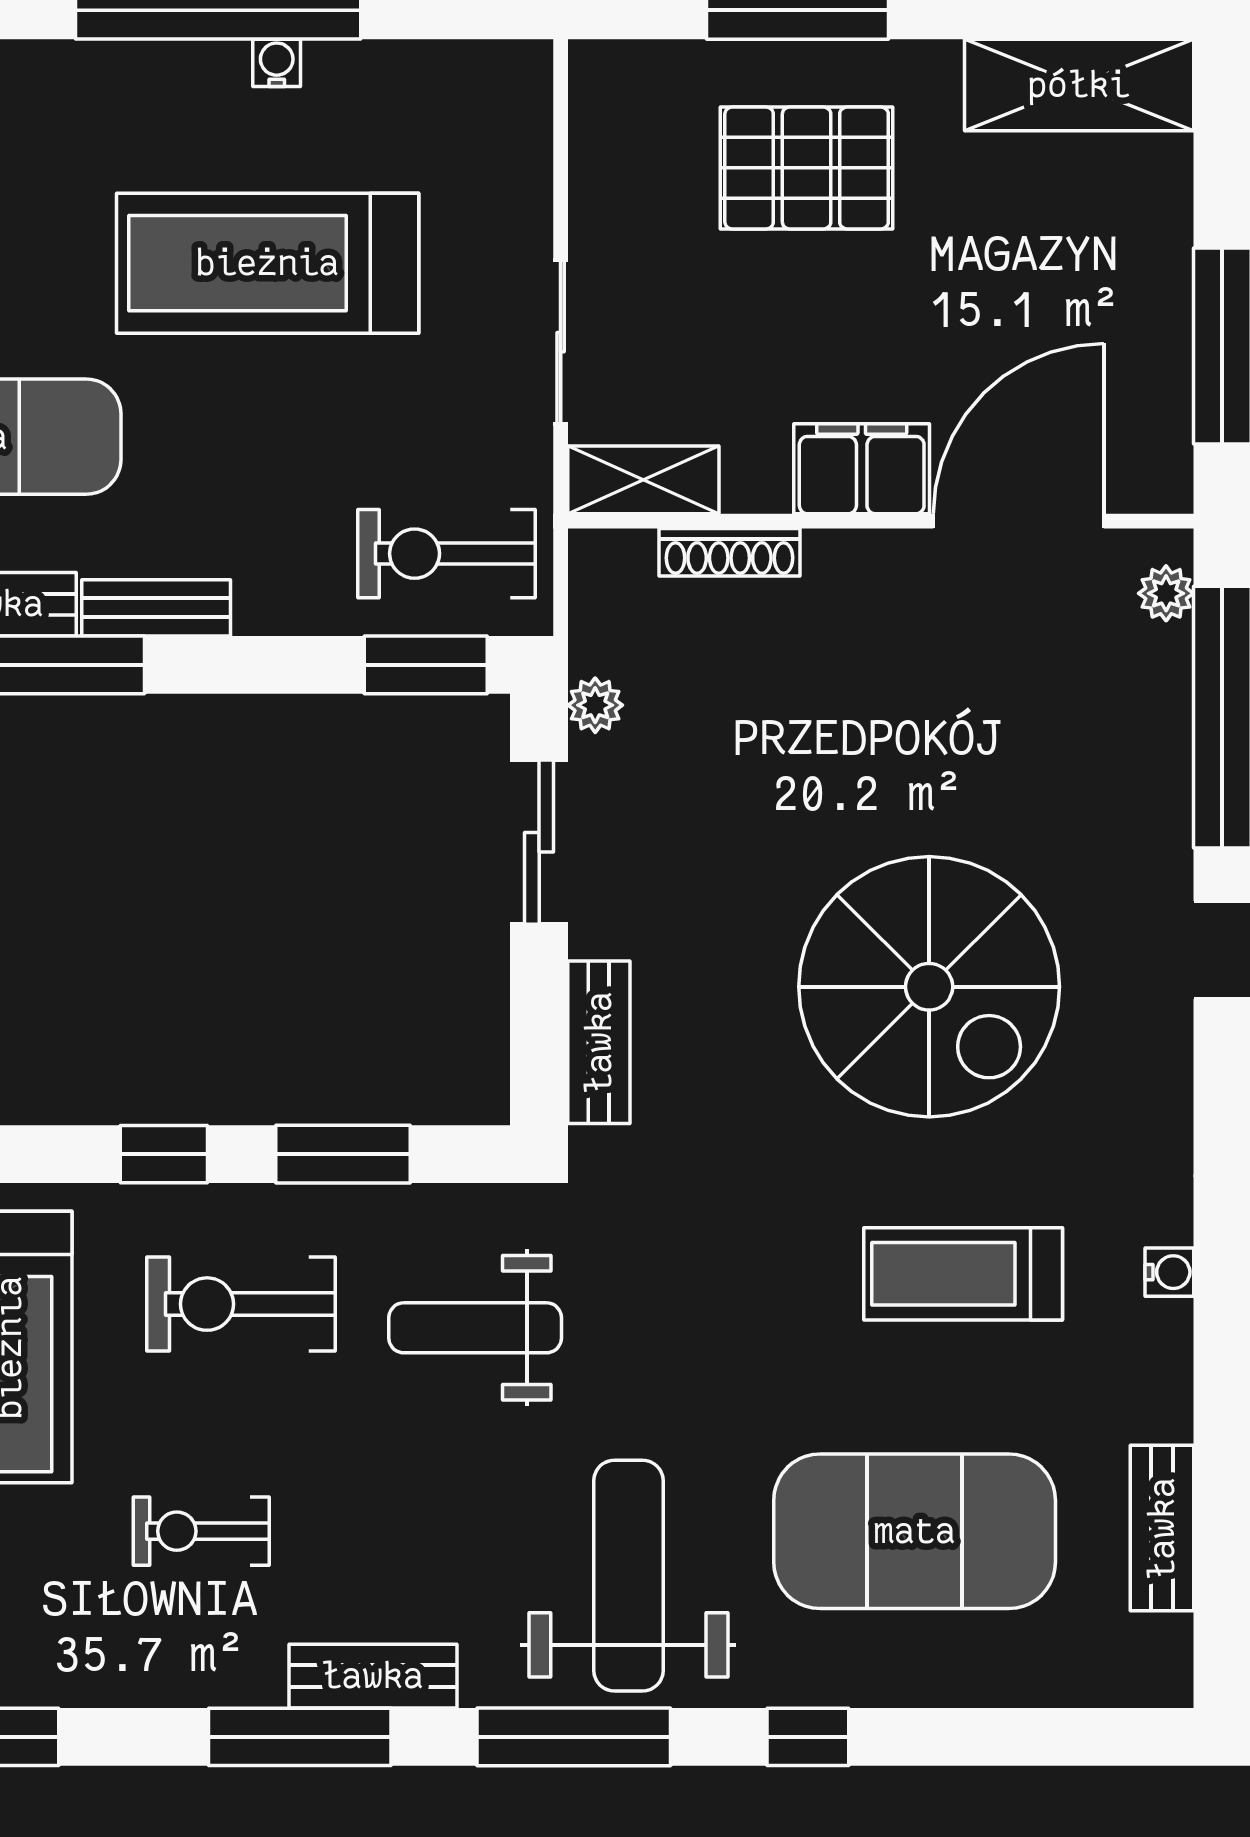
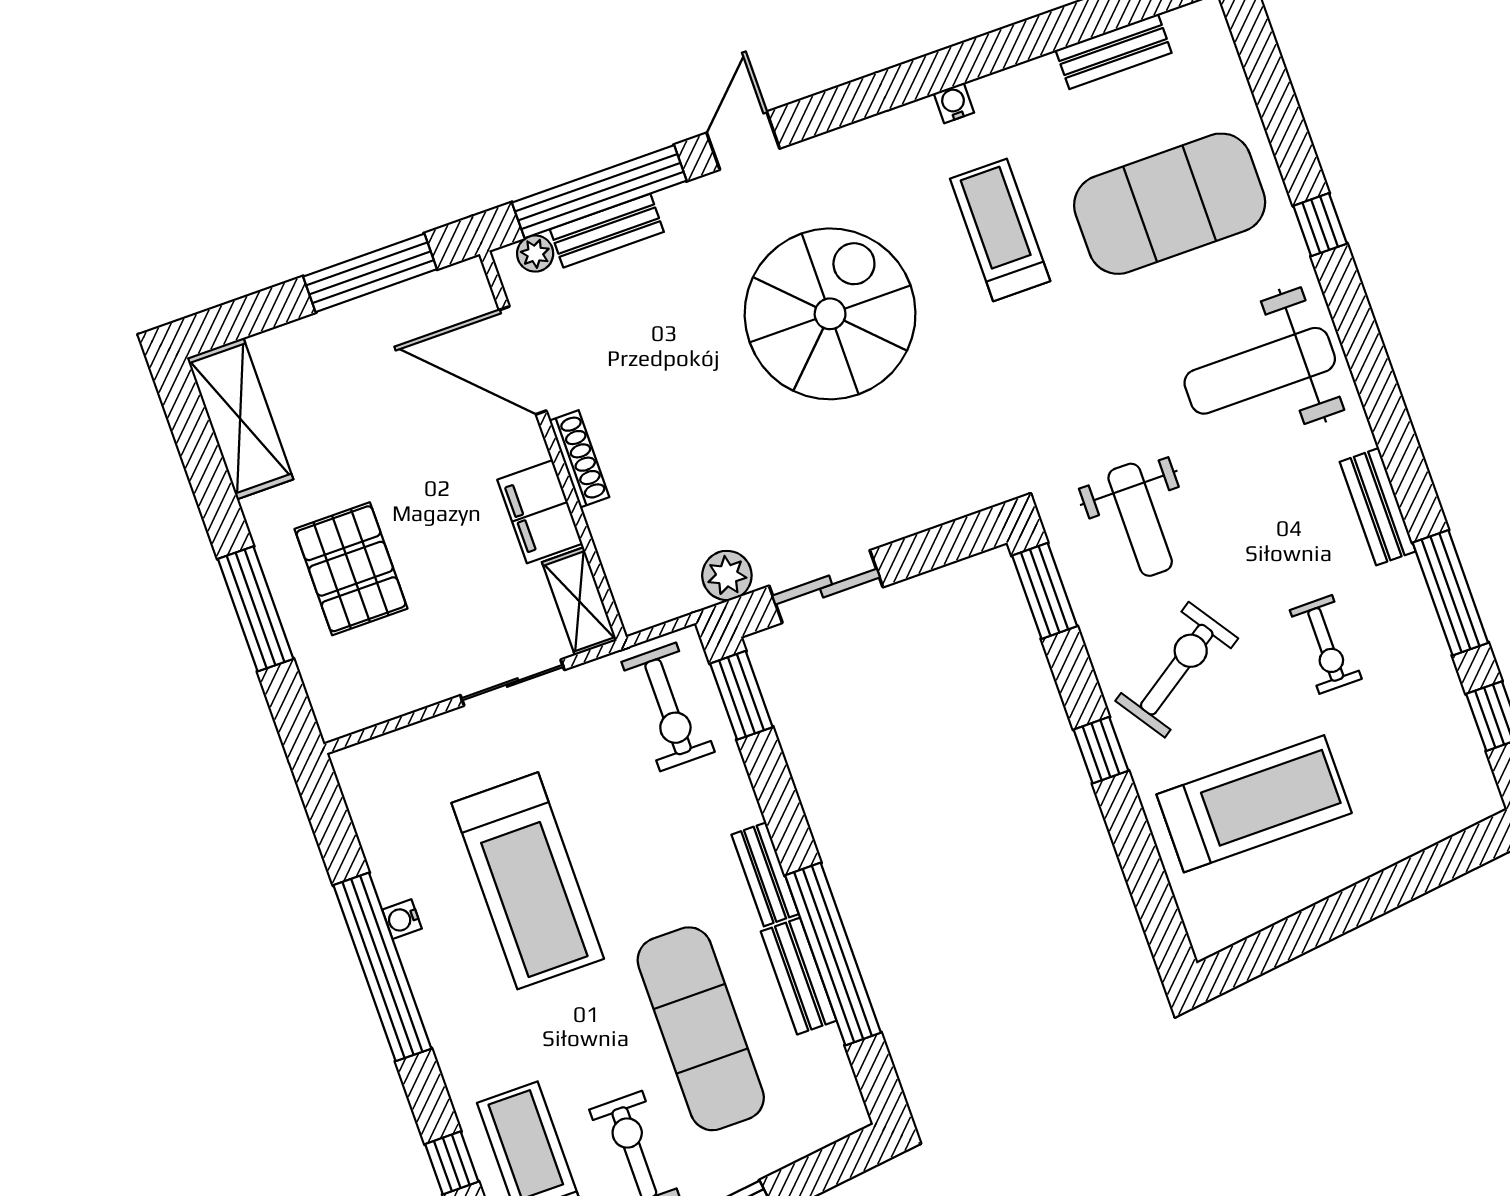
filing cabinet: (862, 469) -> (540, 512), moved
shoe rack: (729, 552) -> (579, 459), moved
plant: (595, 705) -> (727, 575), width x1.38, depth x1.38
bench: (599, 1042) -> (607, 231), moved
window: (343, 1154) -> (1045, 591), moved
treadmill: (963, 1274) -> (1000, 230), turned 180
exercise bike: (241, 1304) -> (1177, 670), turned -124
exercise mat: (915, 1531) -> (1170, 204), turned 90
window: (300, 1737) -> (1450, 593), moved
window: (574, 1737) -> (1371, 369), removed

